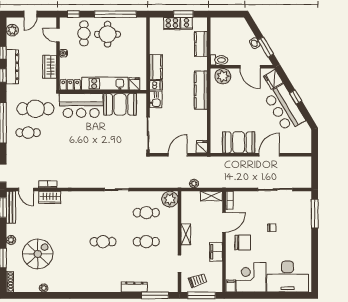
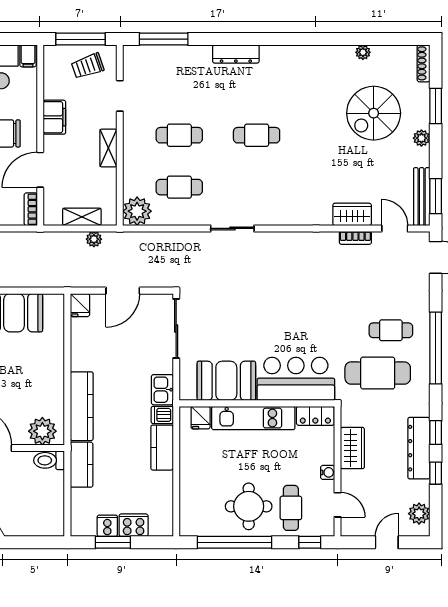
kitchen counter: (201, 44) -> (82, 465), moved
shelving: (211, 196) -> (82, 217), moved
dresser: (134, 287) -> (236, 54), moved

